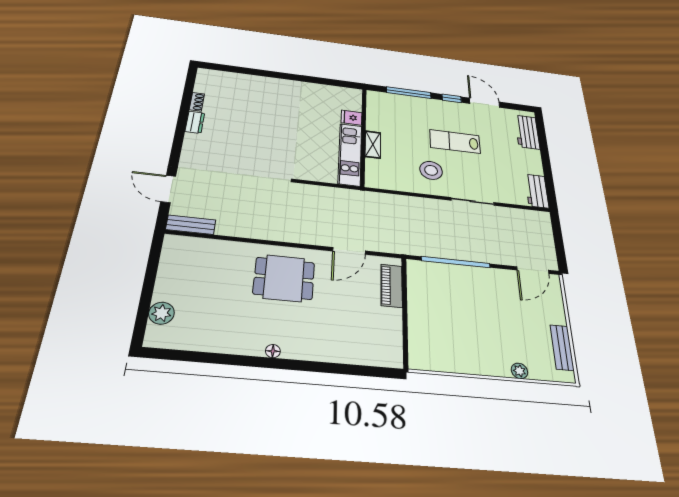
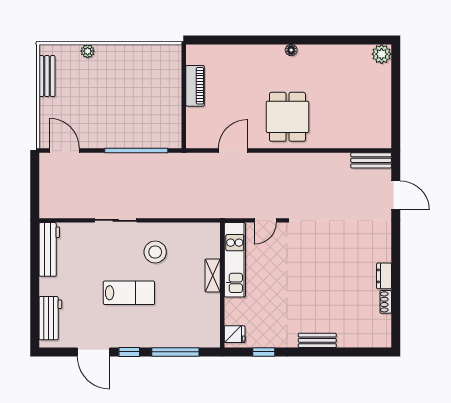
window: (324, 81) -> (264, 352), added
bench: (271, 83) -> (317, 340), added
fridge: (351, 118) -> (235, 334), moved
door: (316, 183) -> (265, 220), added
workbench: (537, 191) -> (49, 249), width x1.38
door: (533, 270) -> (64, 151), hinge flipped
dining table: (284, 278) -> (287, 117), turned 90
piano: (392, 286) -> (195, 86), moved
plant: (161, 313) -> (382, 54), moved

